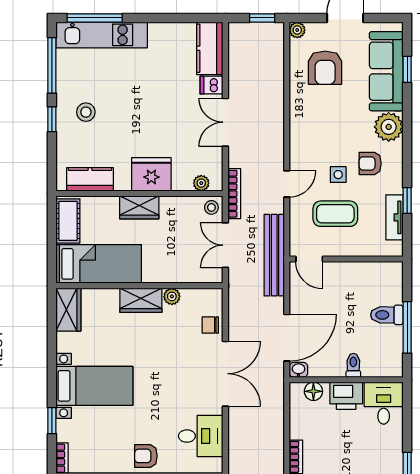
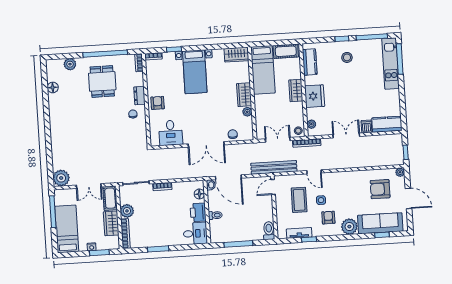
toilet: (387, 315) -> (269, 231), moved

